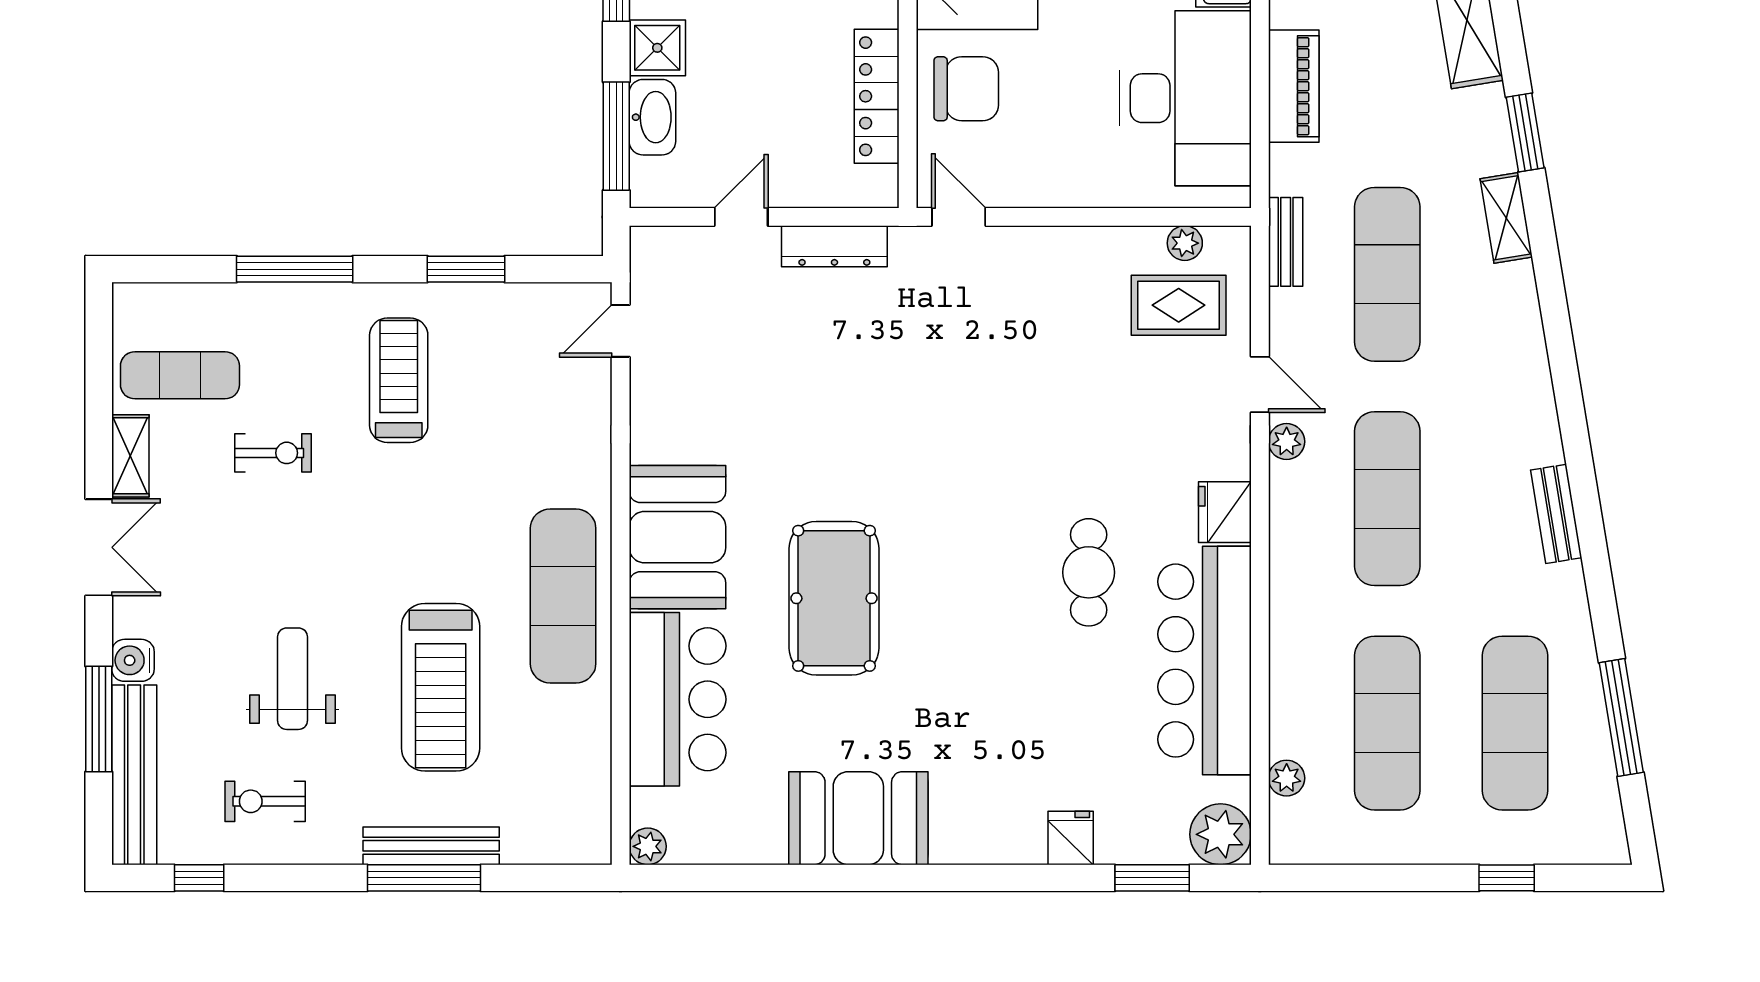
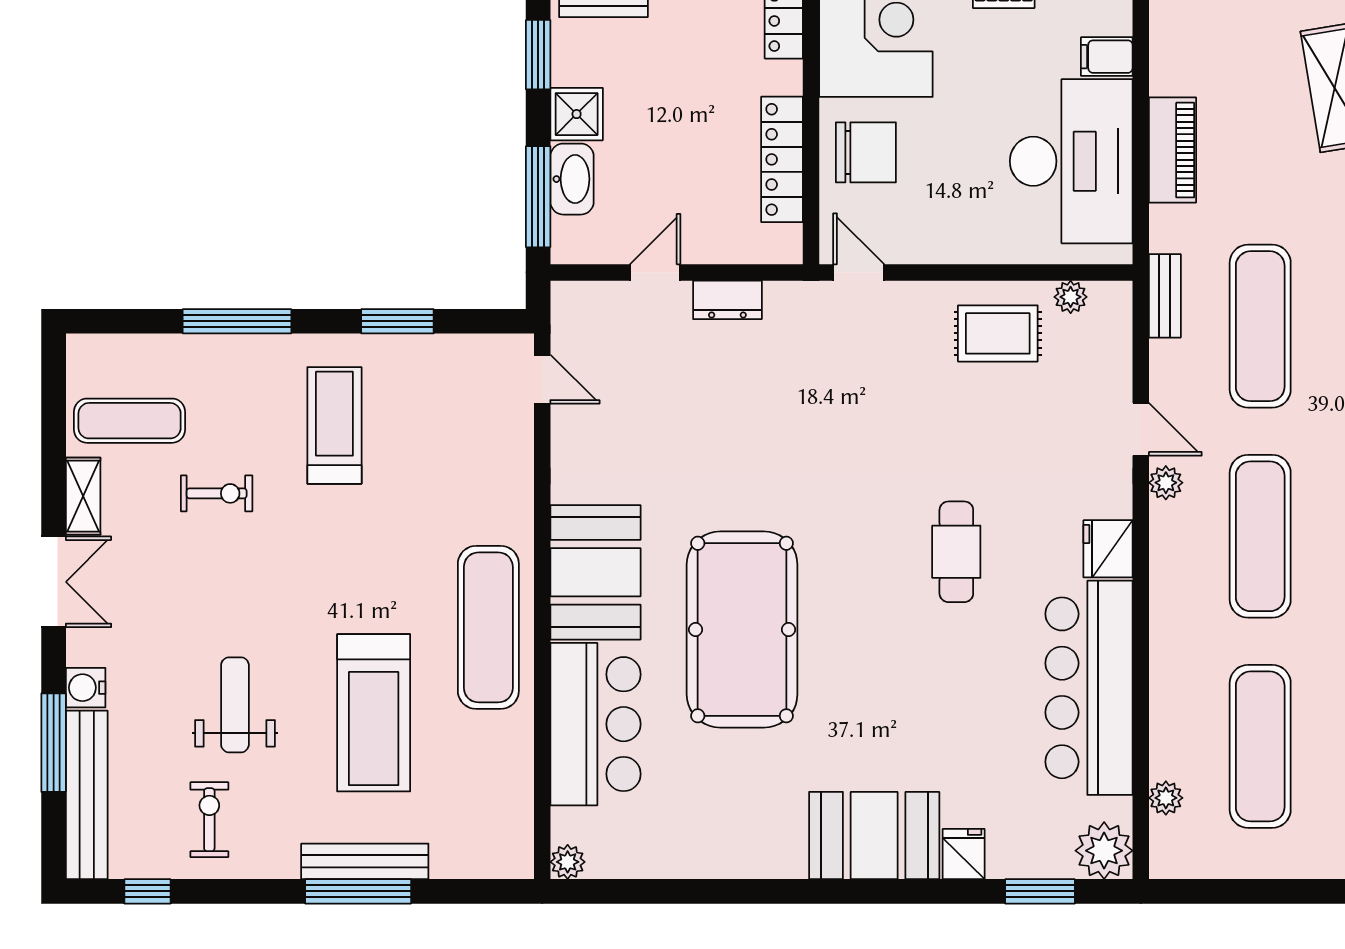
dresser: (834, 246) -> (727, 300), width x0.70
rug: (1179, 305) -> (998, 333), moved
door: (621, 331) -> (542, 379), swing flipped
cafe table: (1089, 572) -> (956, 552), moved
pool table: (834, 598) -> (742, 630), width x1.36, depth x1.32
exercise bike: (265, 801) -> (209, 820), turned 90
booth: (858, 818) -> (874, 835), moved

